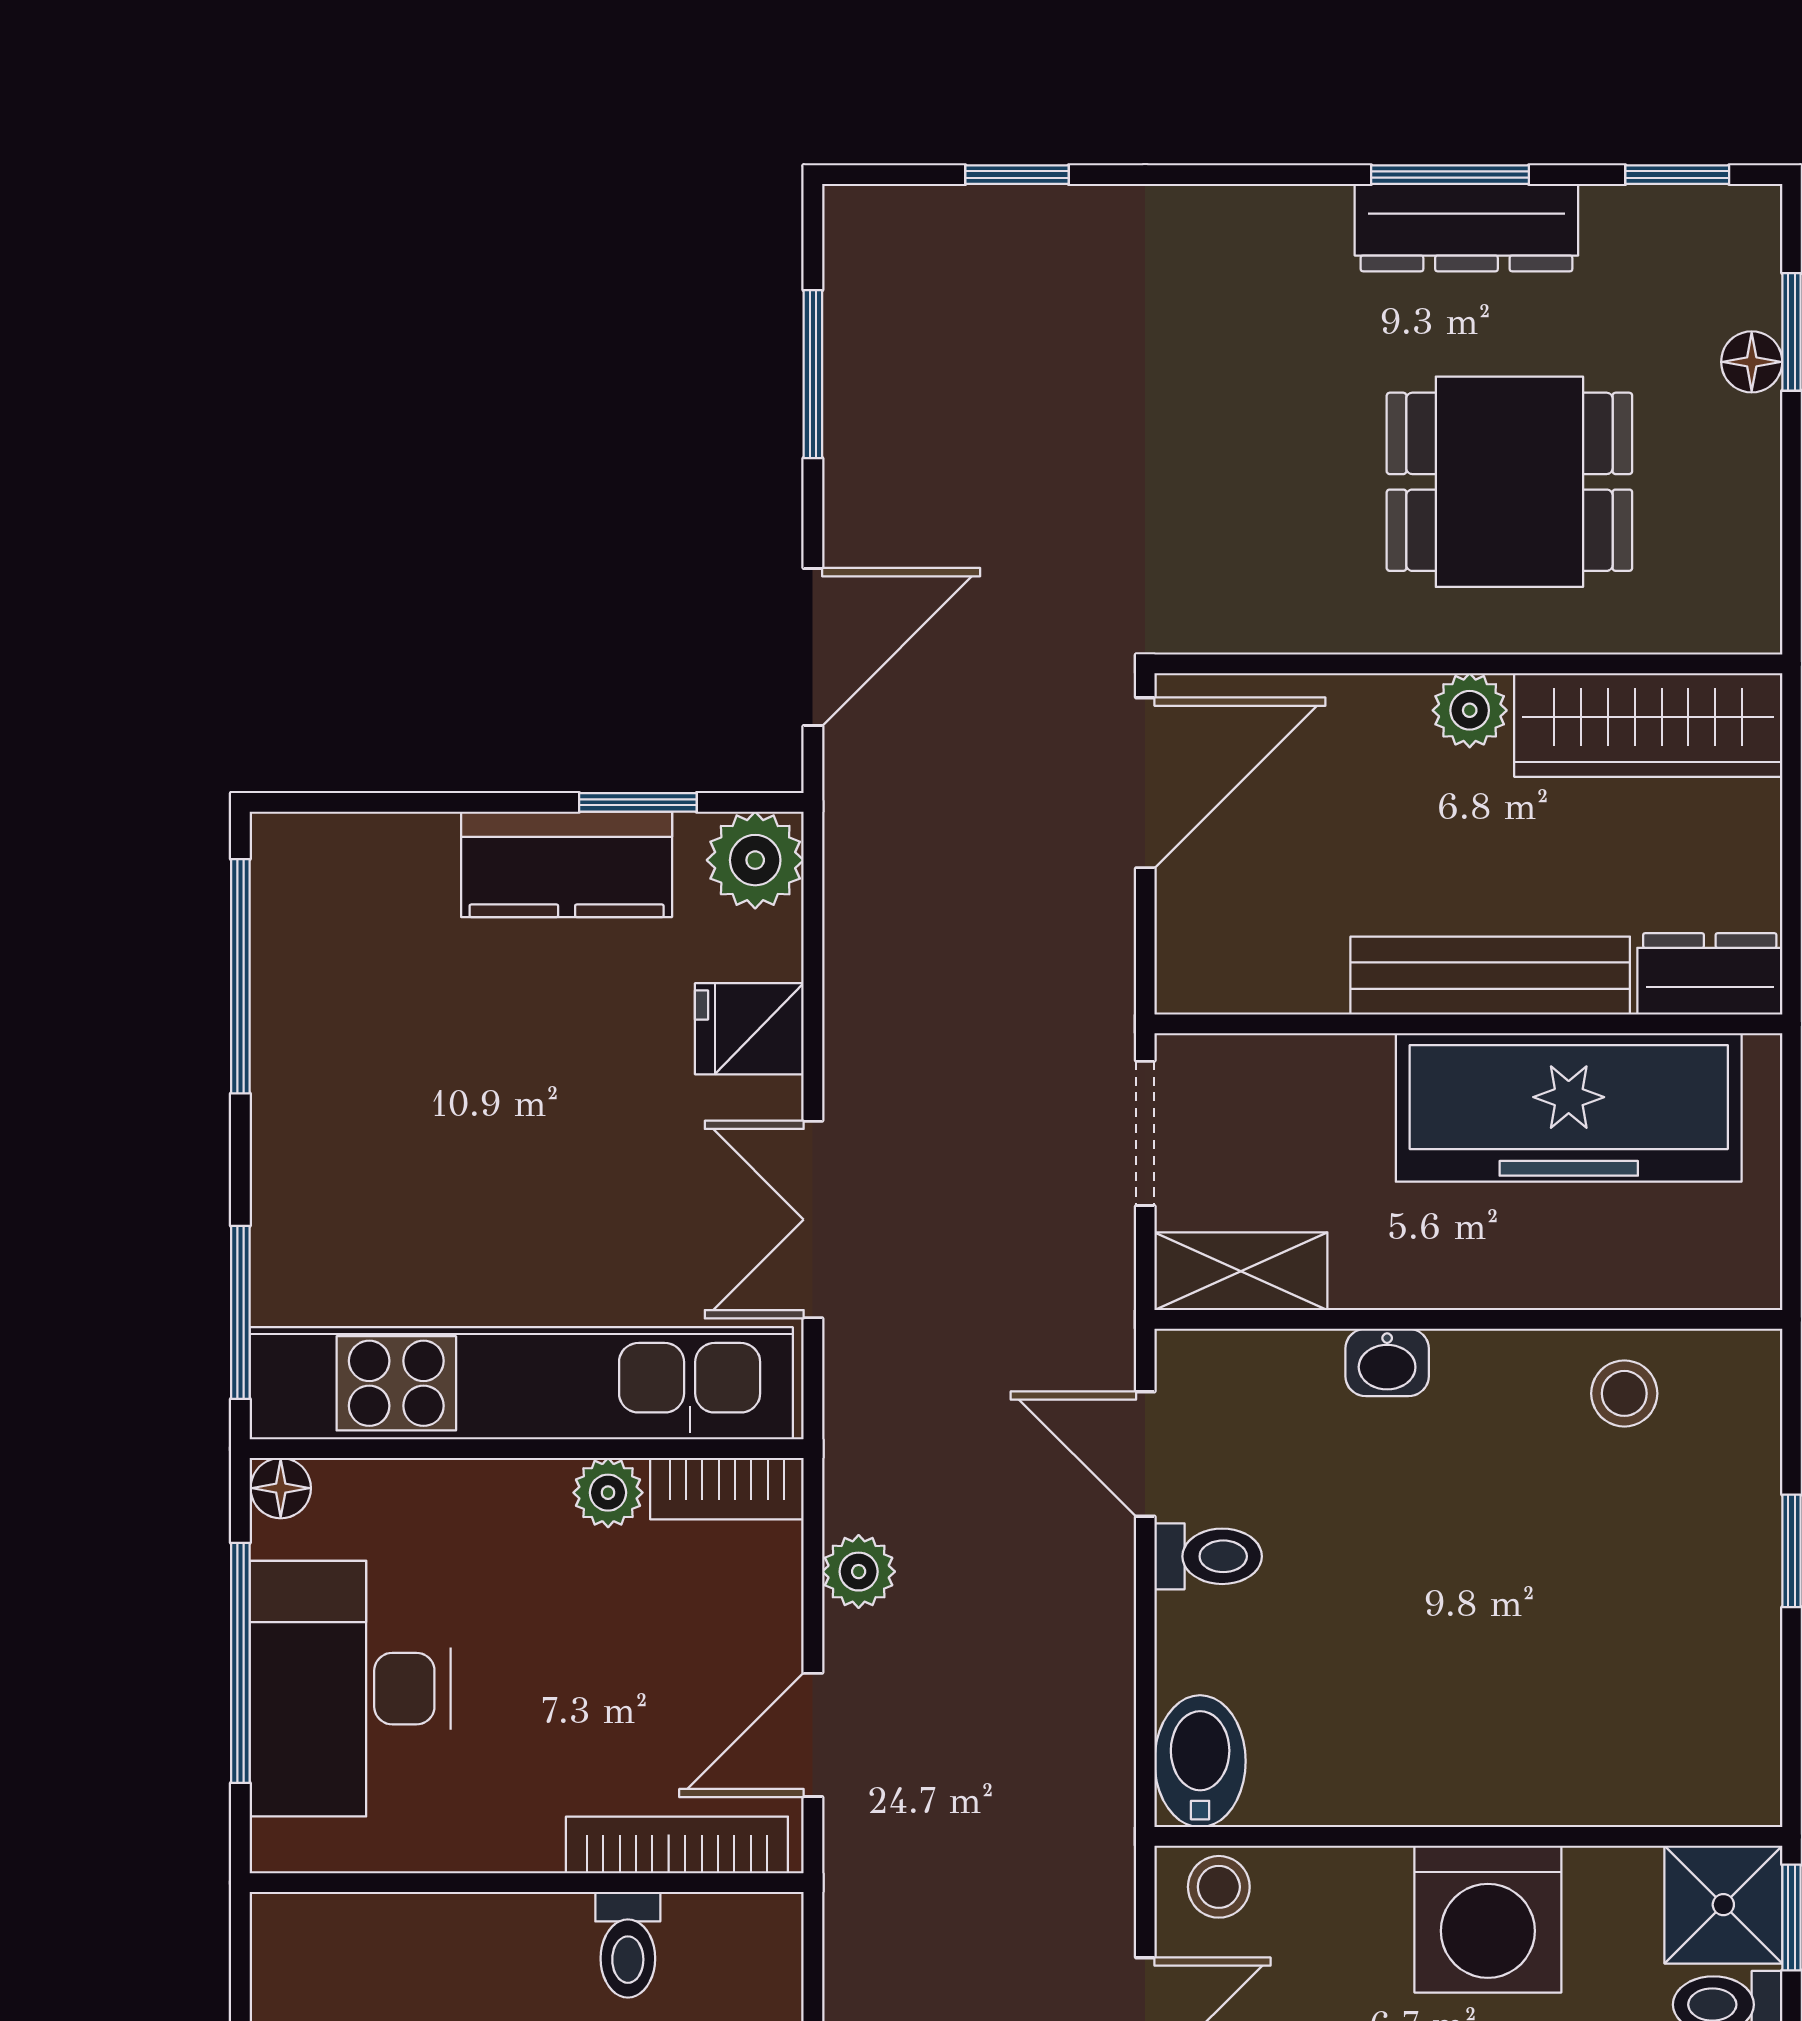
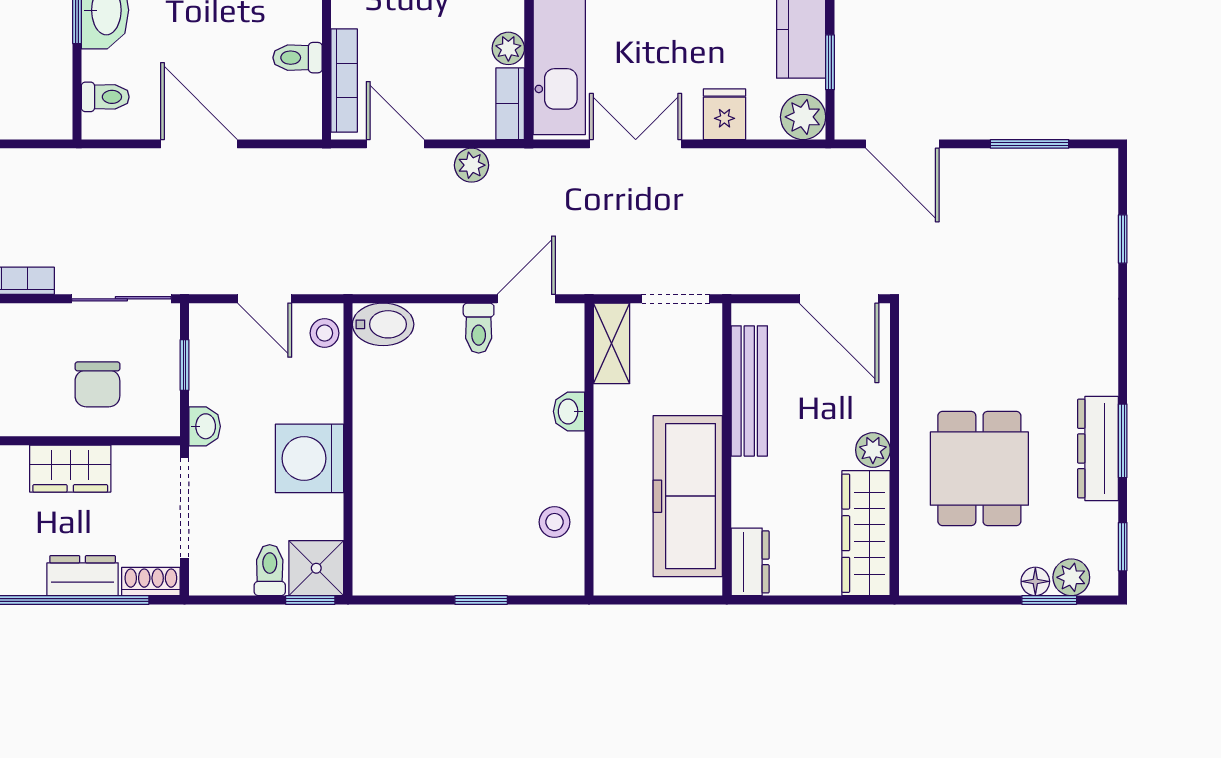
plant: (1743, 285) -> (1071, 577), added
bench: (1490, 976) -> (749, 391), moved

